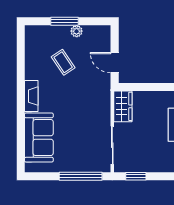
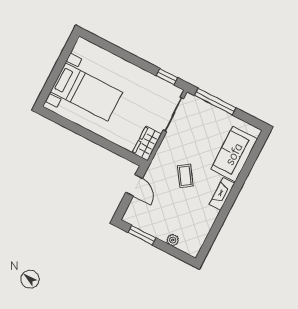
window: (64, 21) -> (142, 235), moved
plant: (77, 31) -> (173, 240), moved
coffee table: (63, 62) -> (185, 176), moved

